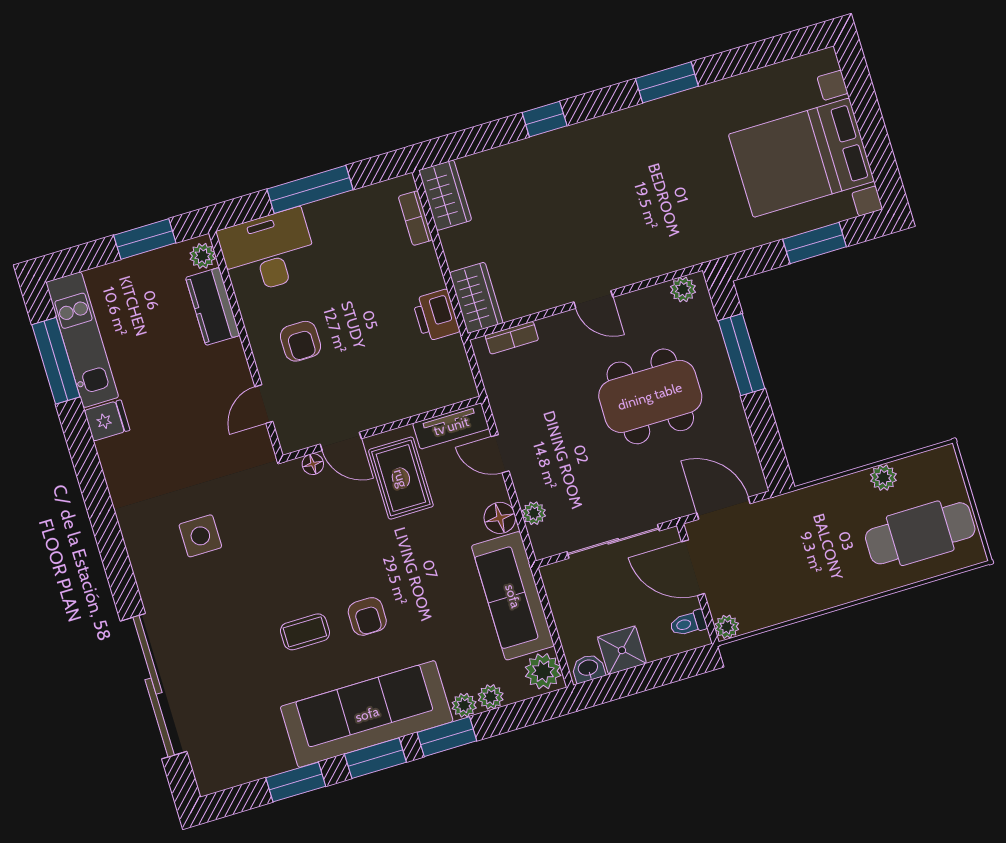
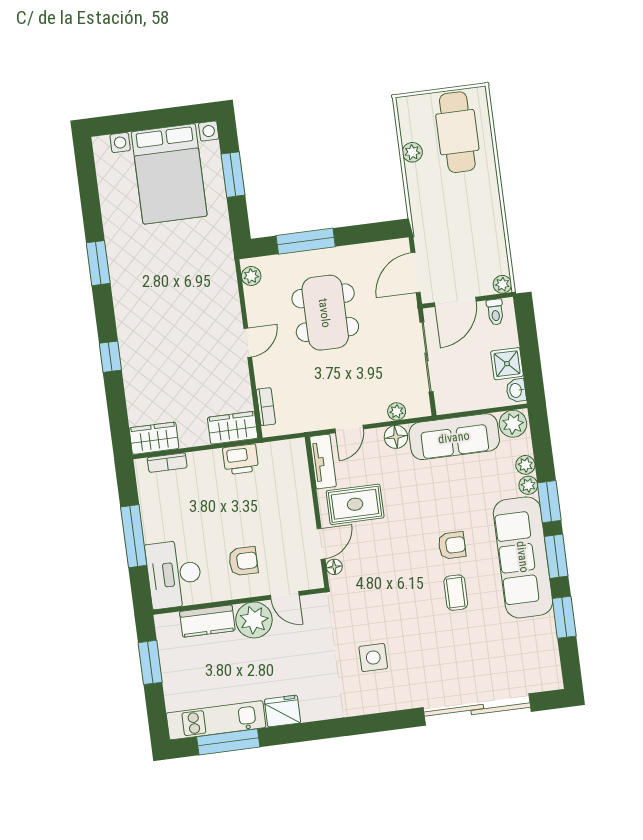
plant: (203, 256) -> (254, 620), moved, width x1.87, depth x1.87
fridge: (107, 420) -> (282, 711), width x1.38

